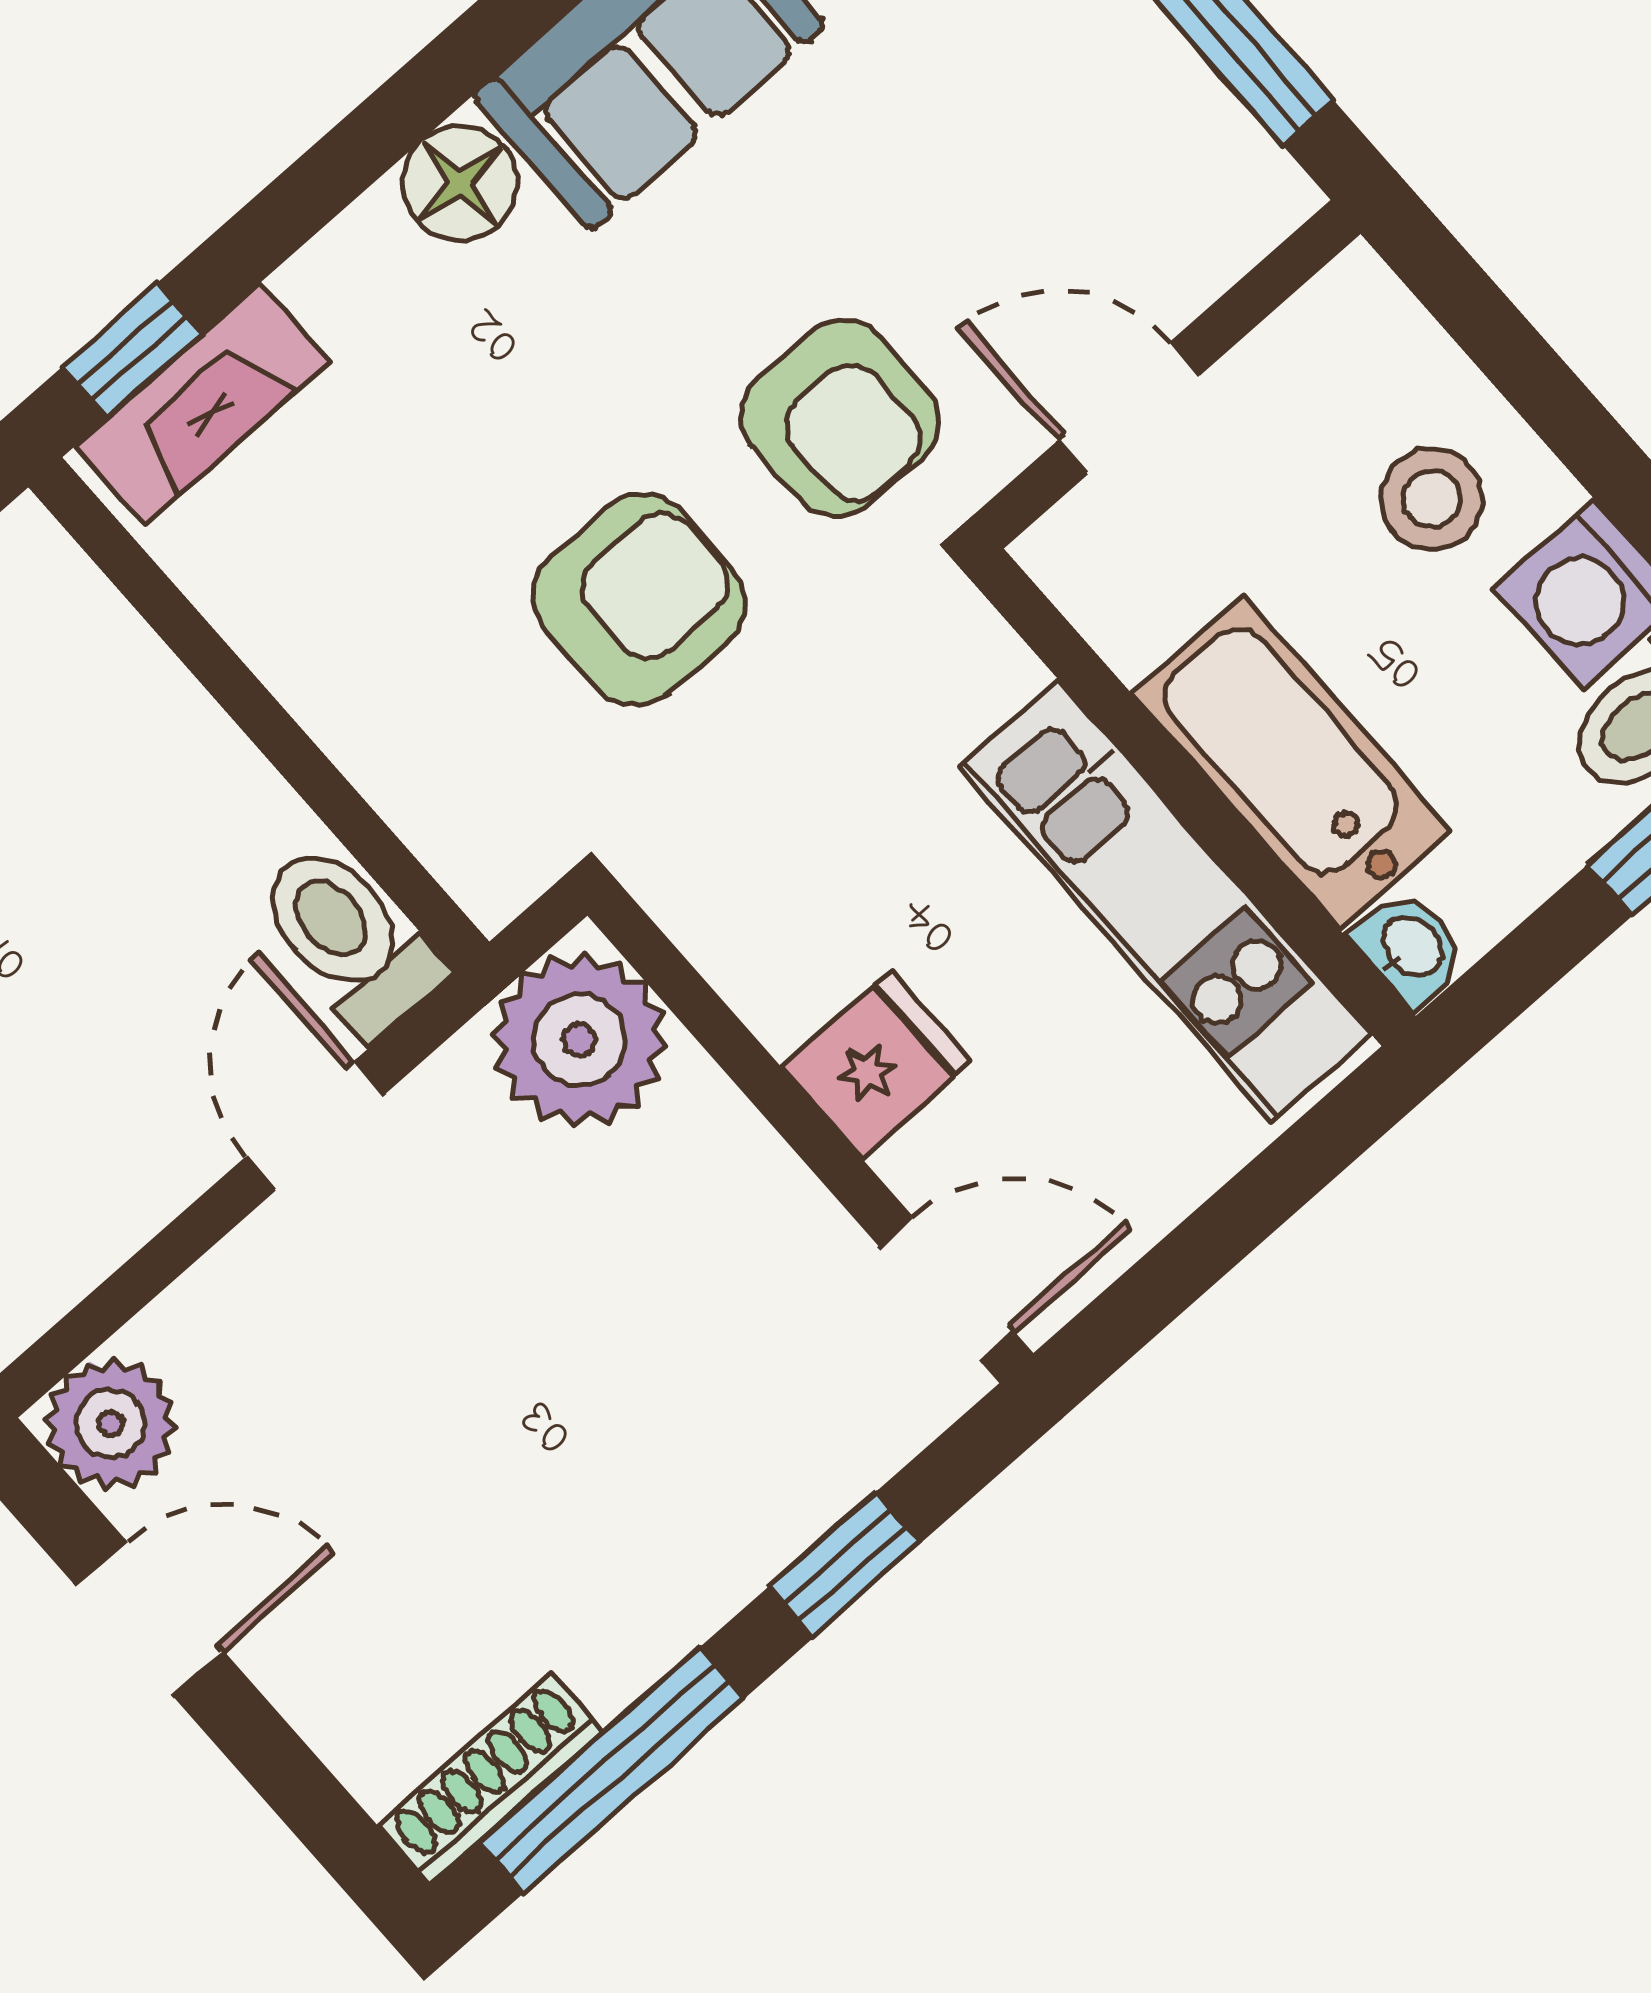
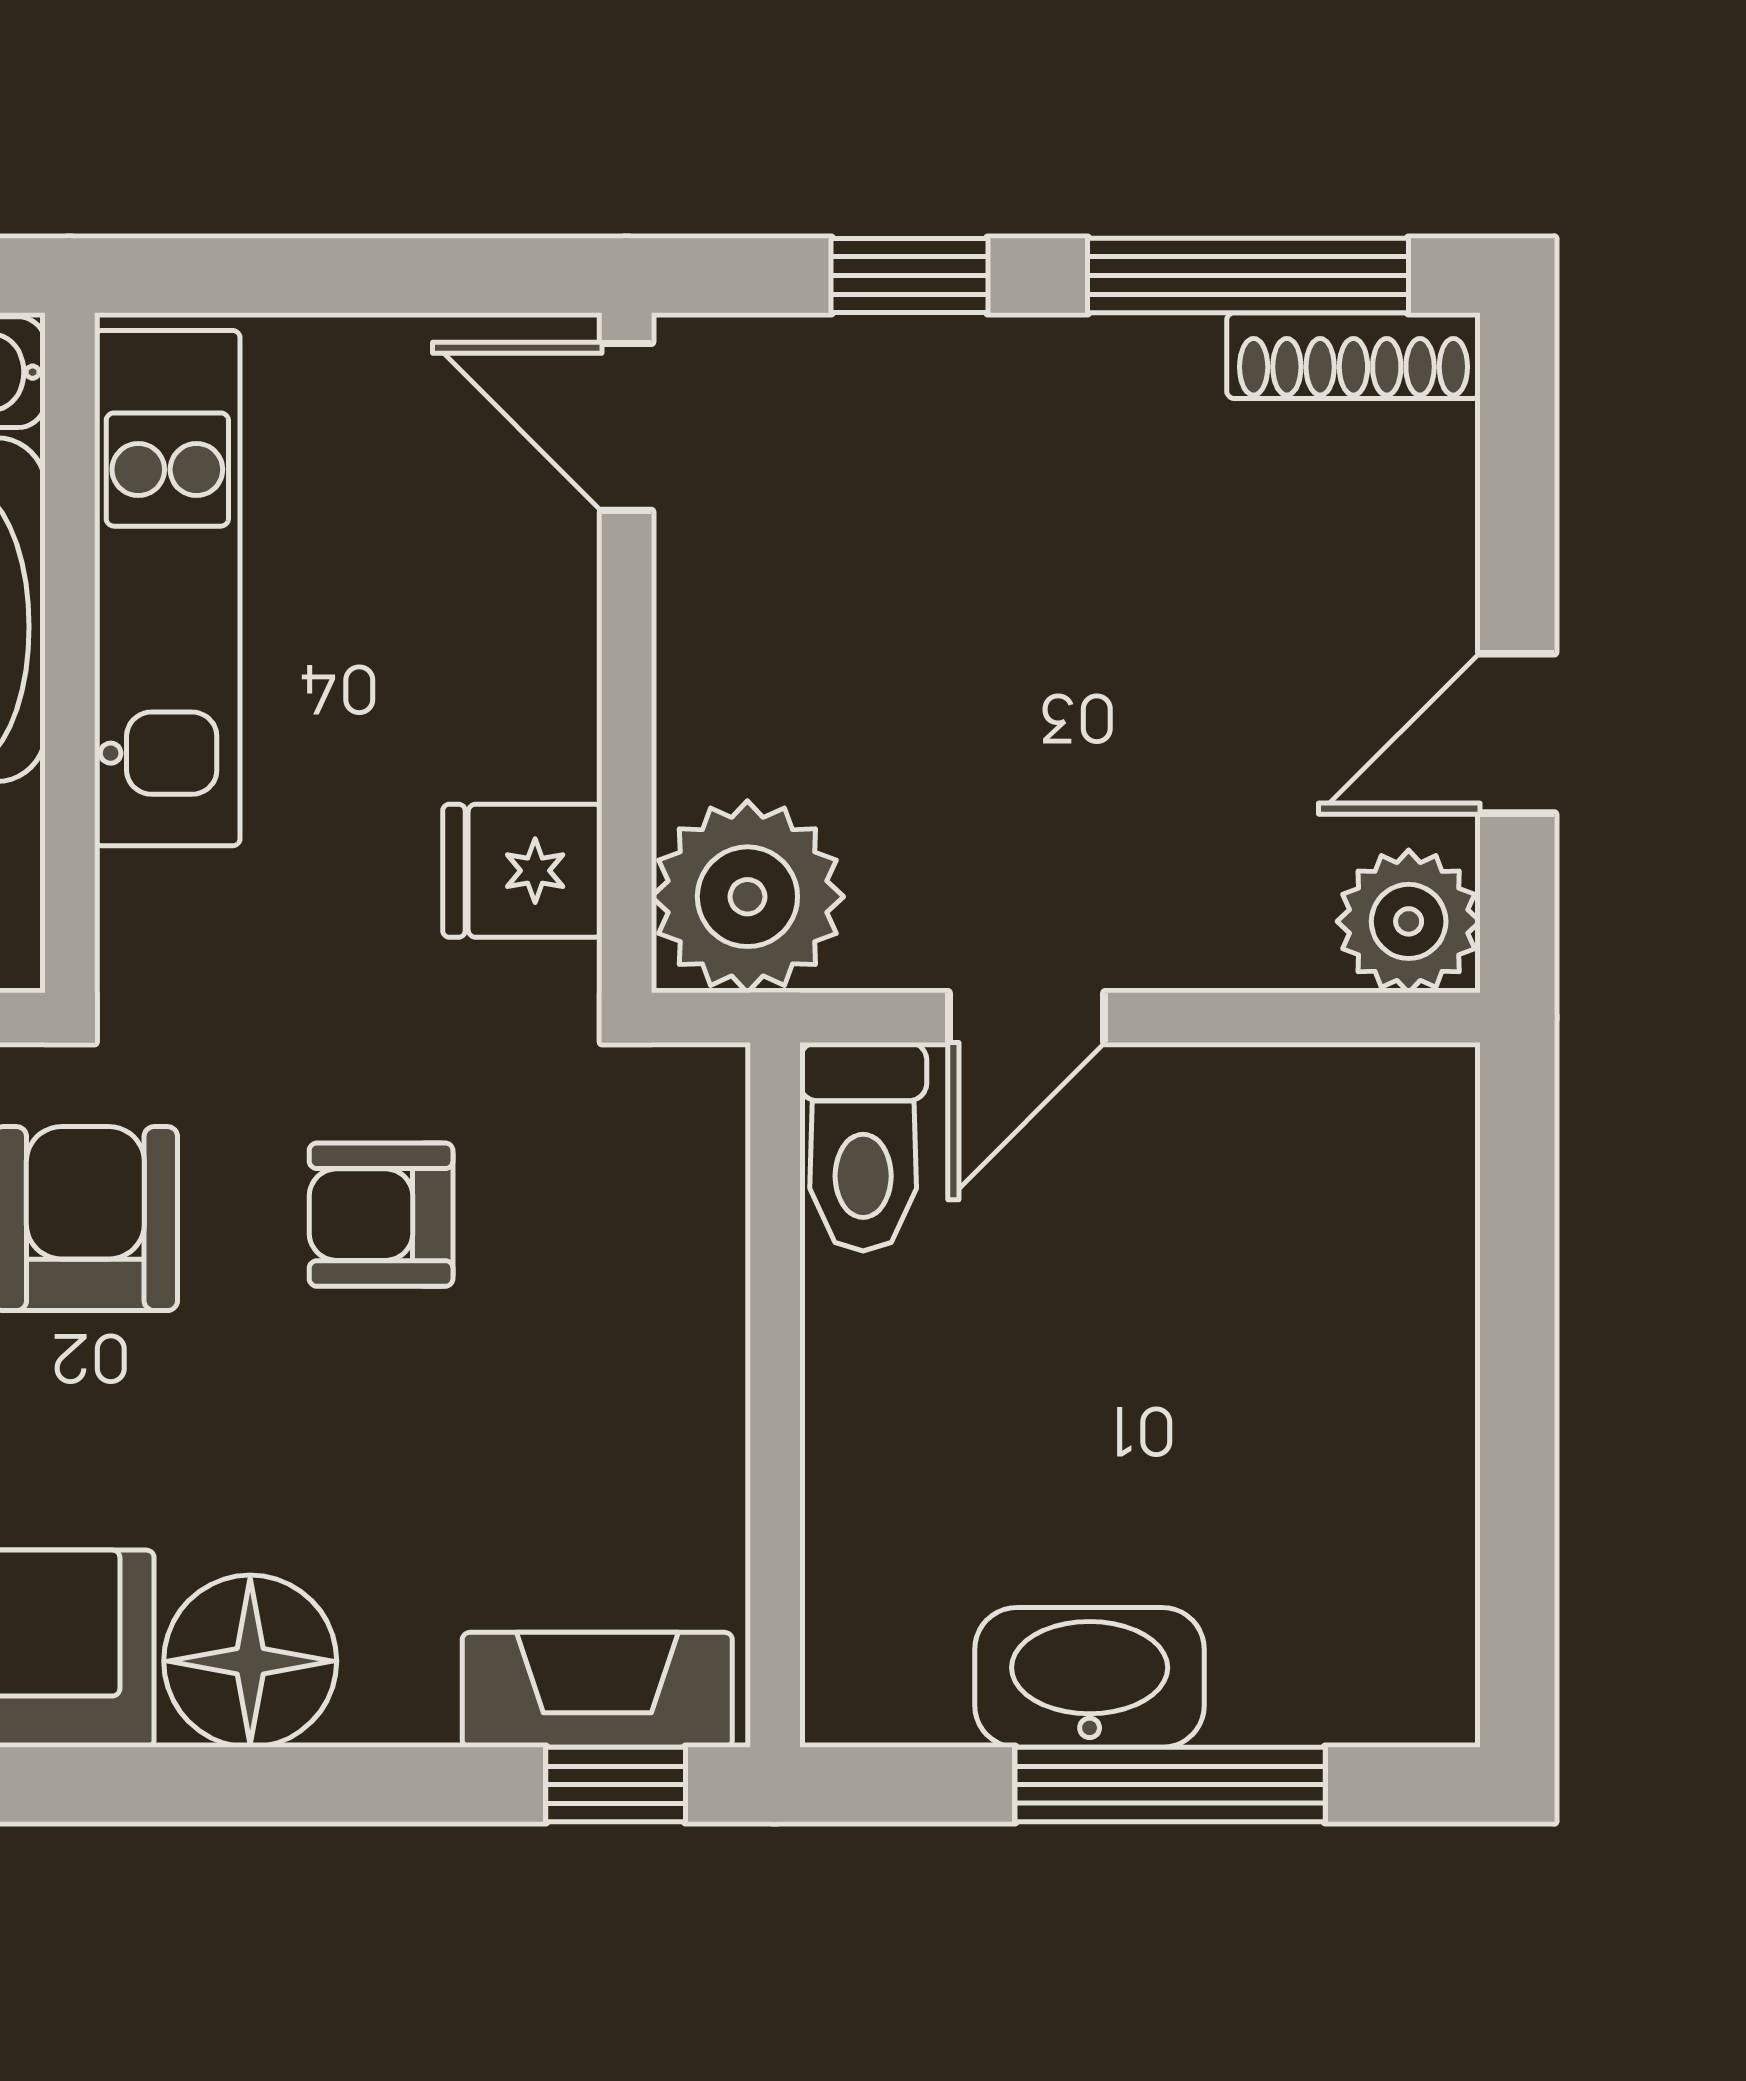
floor lamp: (460, 183) -> (250, 1661), width x1.38, depth x1.38
armchair: (639, 600) -> (381, 1215), width x0.72, depth x0.72
fridge: (876, 1065) -> (522, 871), moved
door: (150, 1618) -> (1517, 733), hinge flipped

